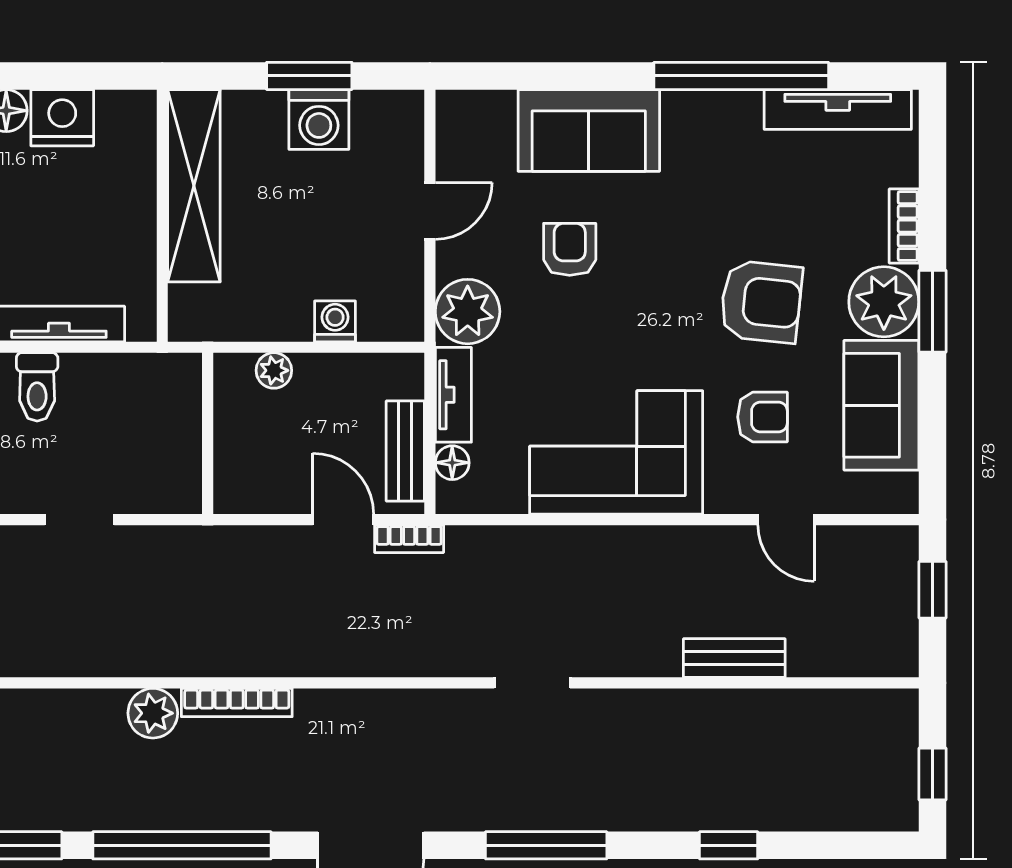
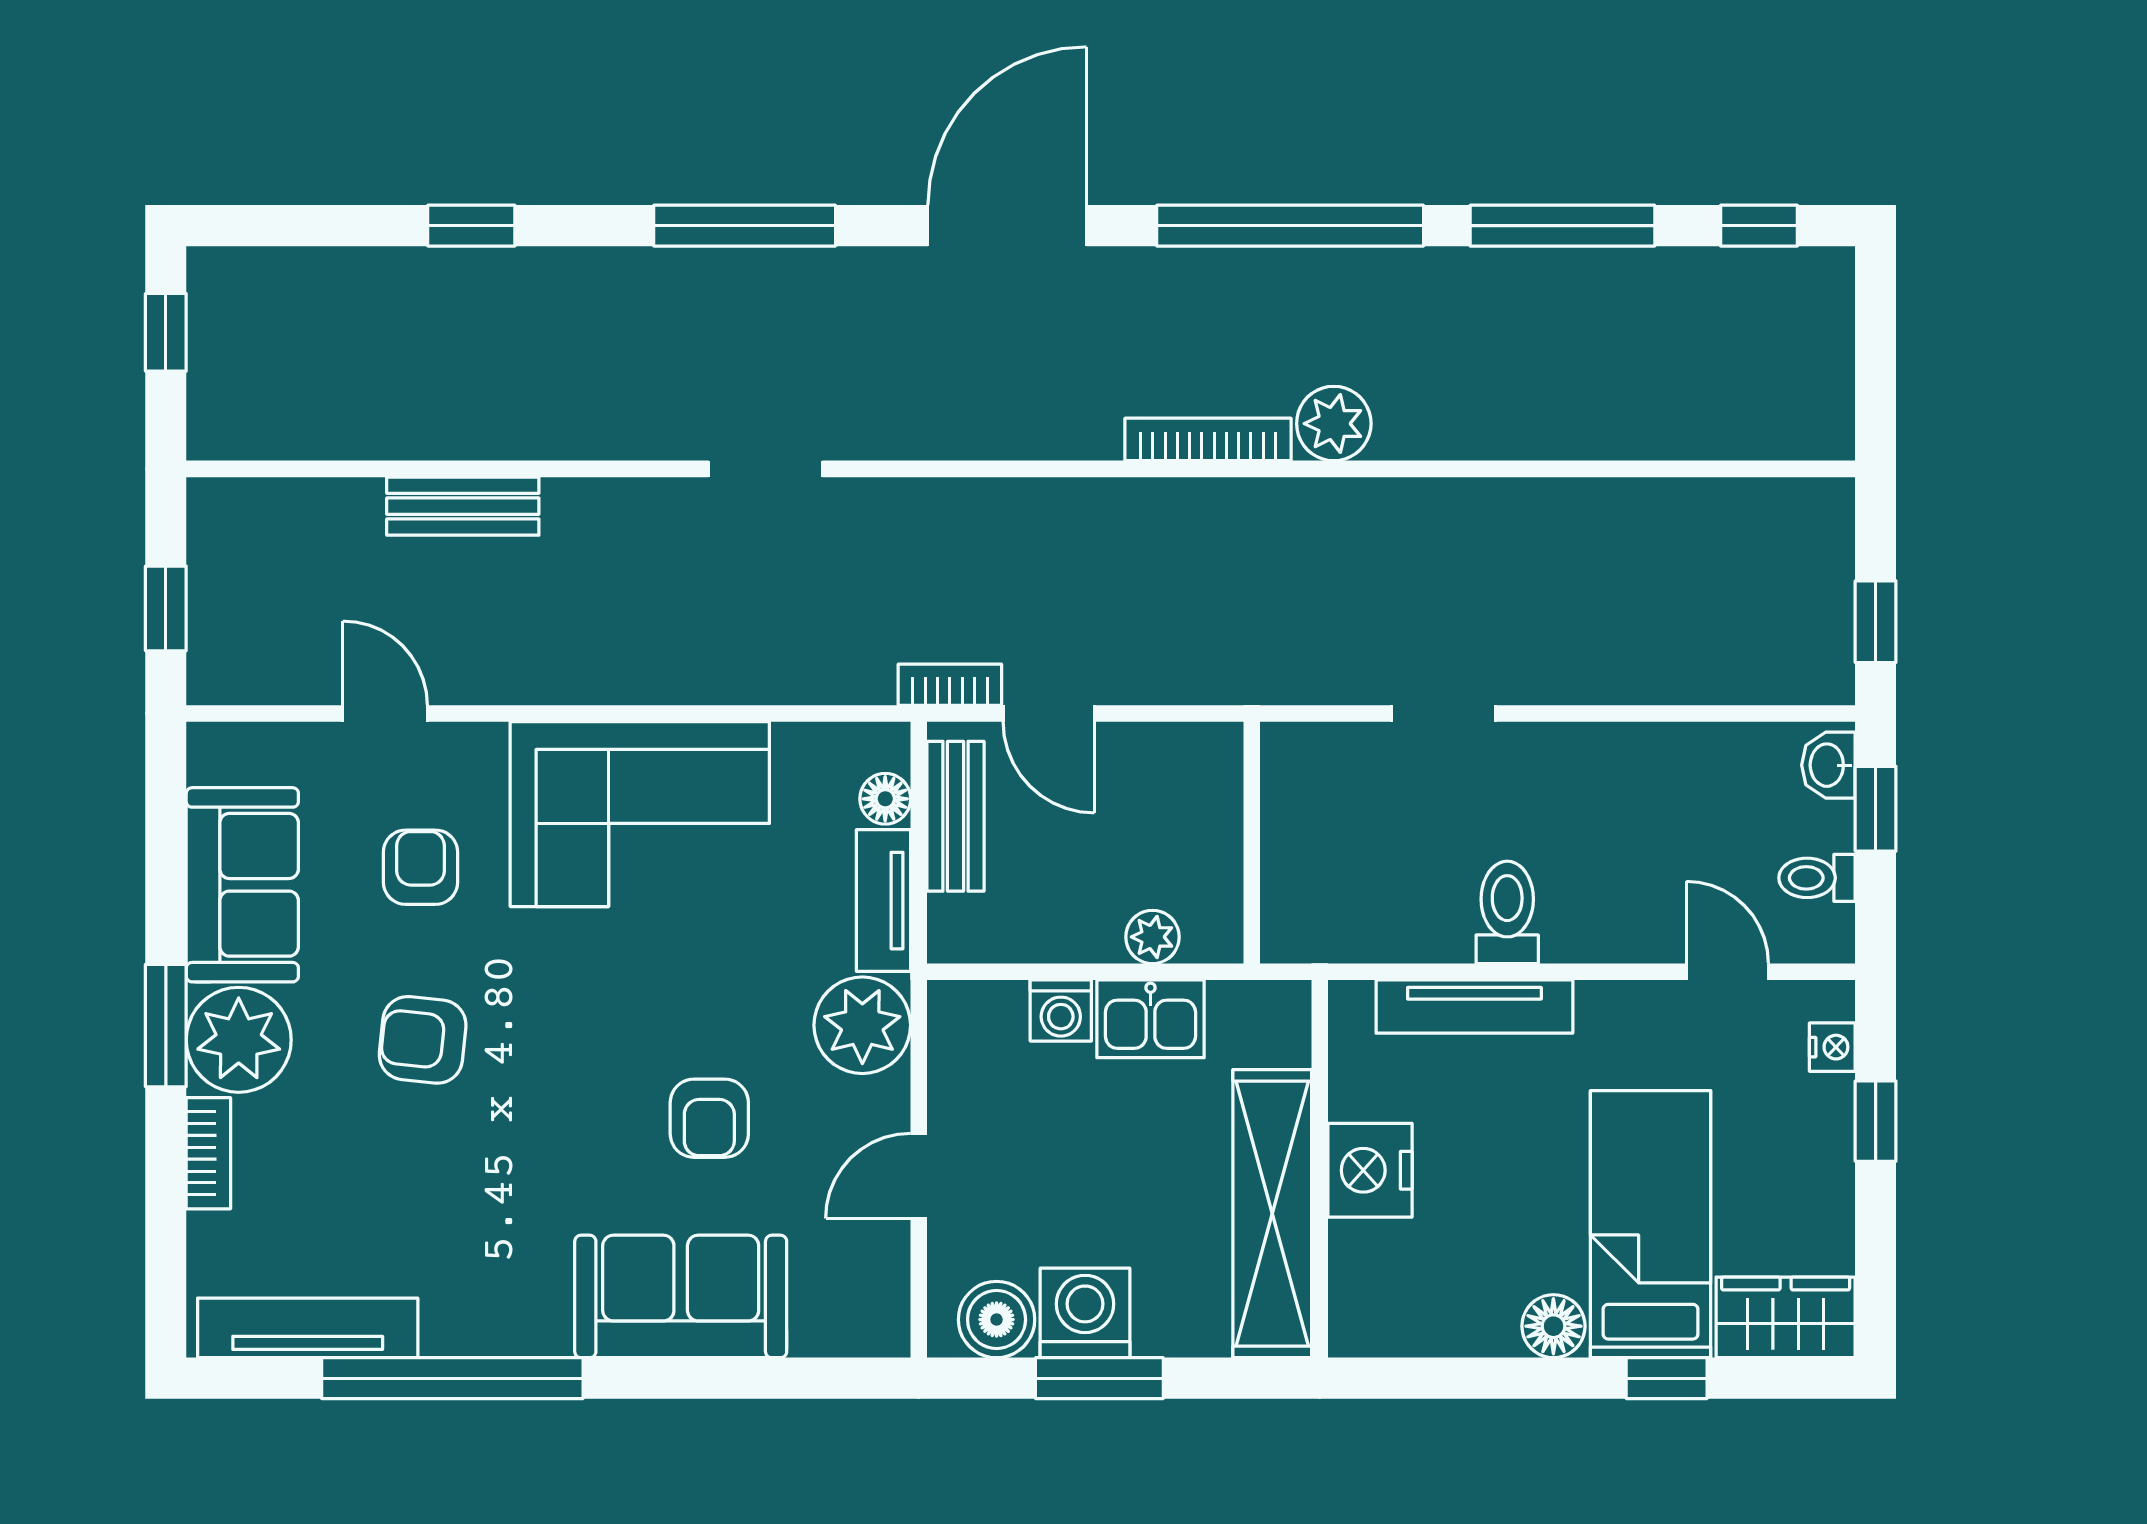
boiler: (378, 115) -> (997, 1320), added
nightstand: (62, 118) -> (1370, 1170), moved, turned 90
armchair: (761, 302) -> (423, 1040), width x0.72, depth x0.72
kitchen sink: (275, 316) -> (1150, 1019), added
armchair: (762, 417) -> (421, 867), turned 90

